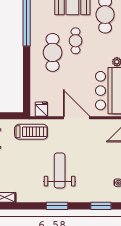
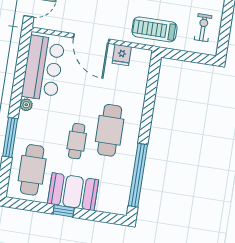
fridge: (41, 109) -> (122, 55), moved

